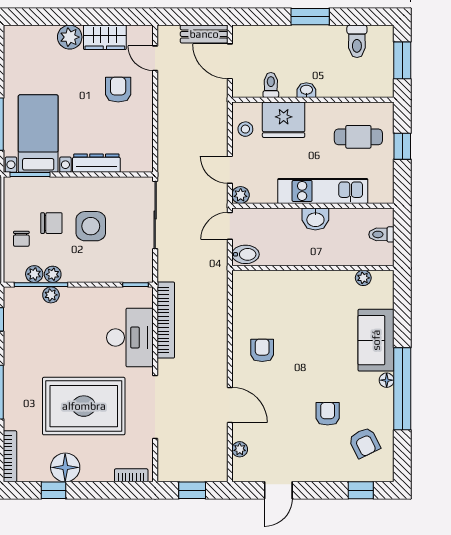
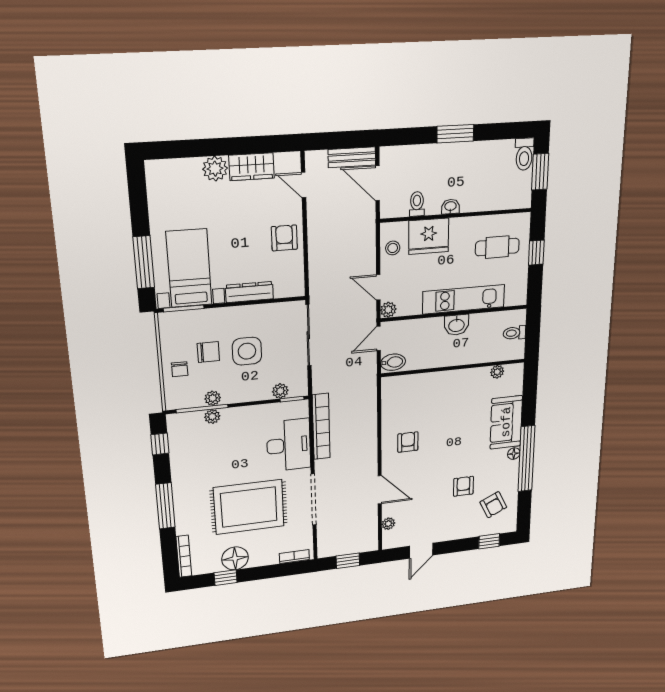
toilet: (357, 41) -> (524, 154), moved
armchair: (118, 90) -> (284, 238), moved
plant: (34, 274) -> (280, 391), moved

